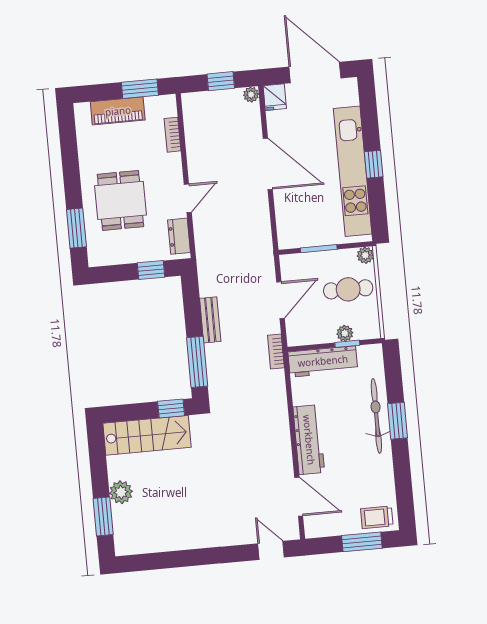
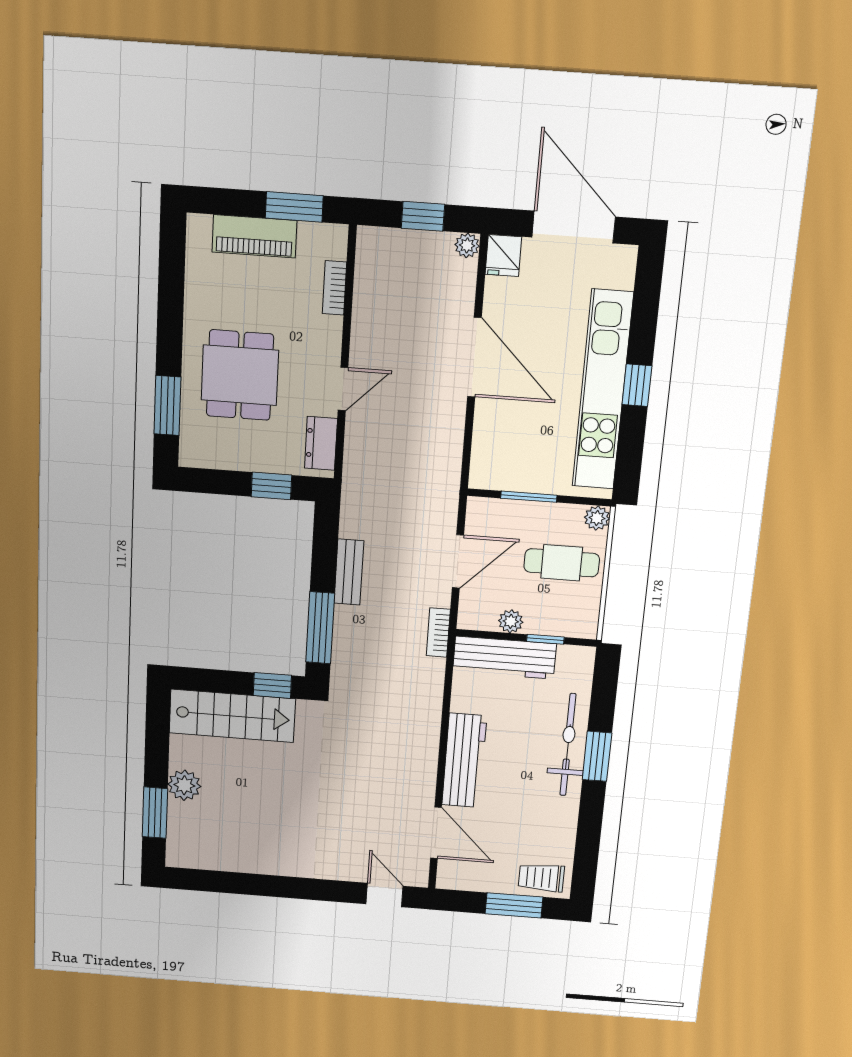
plant: (345, 333) -> (511, 621), moved

